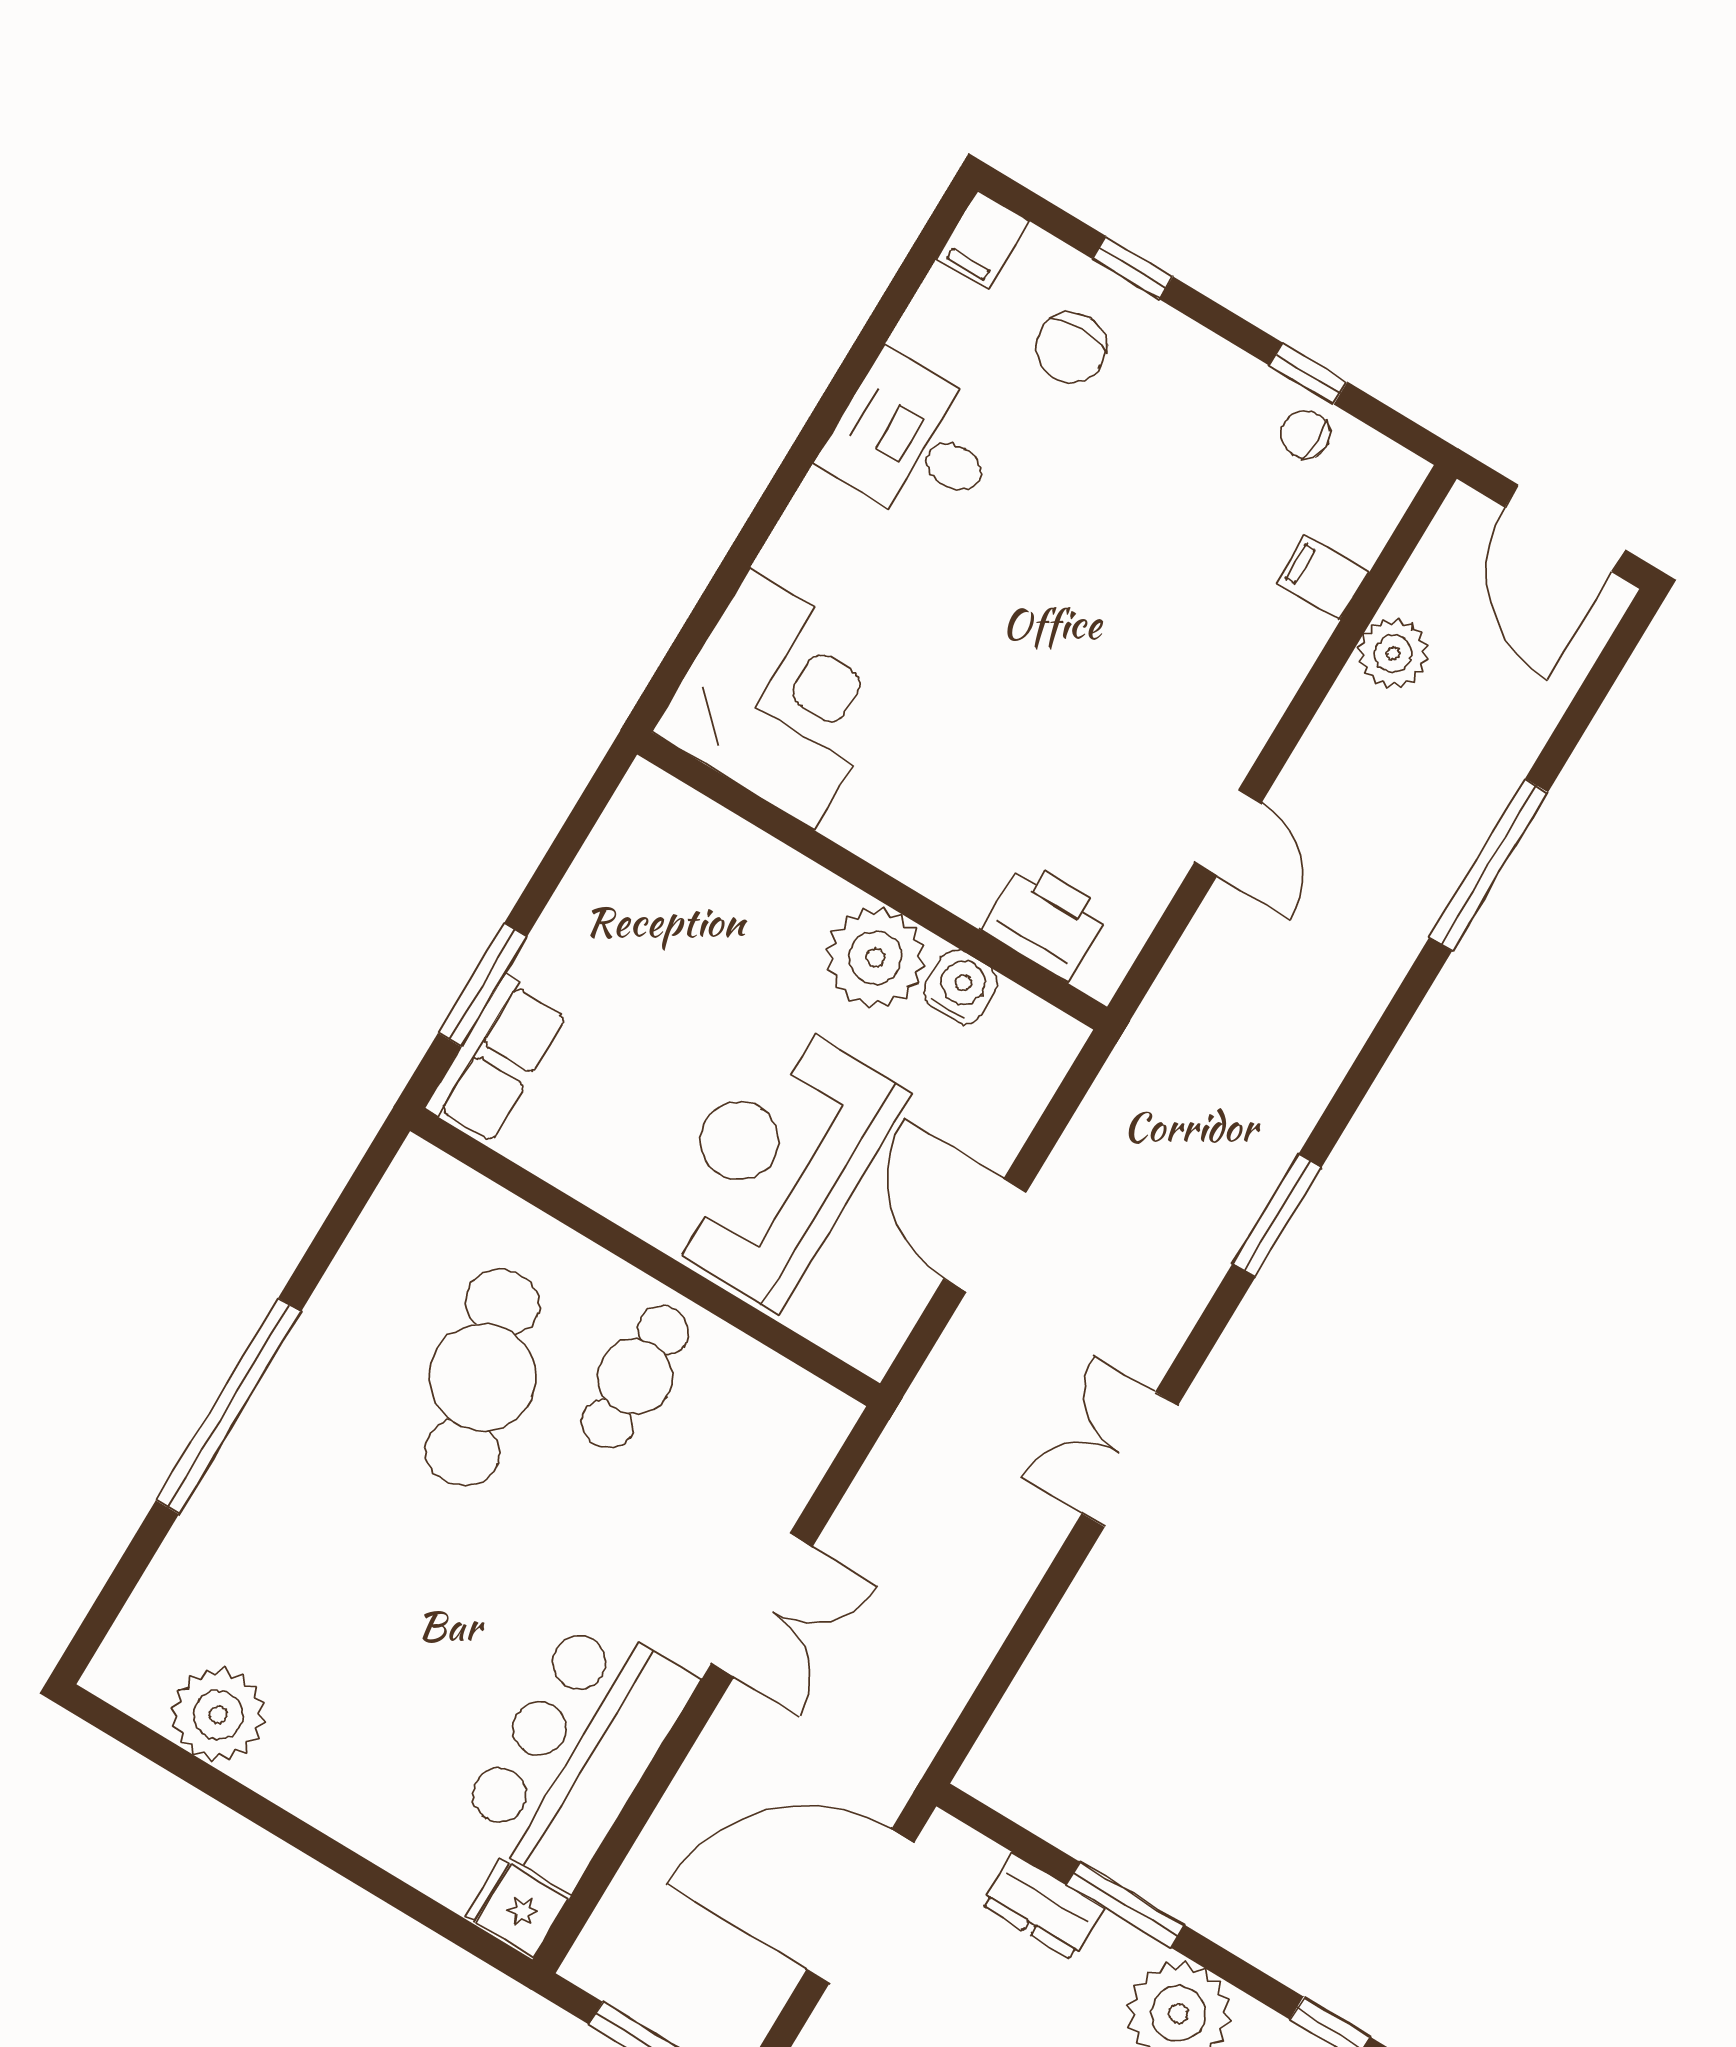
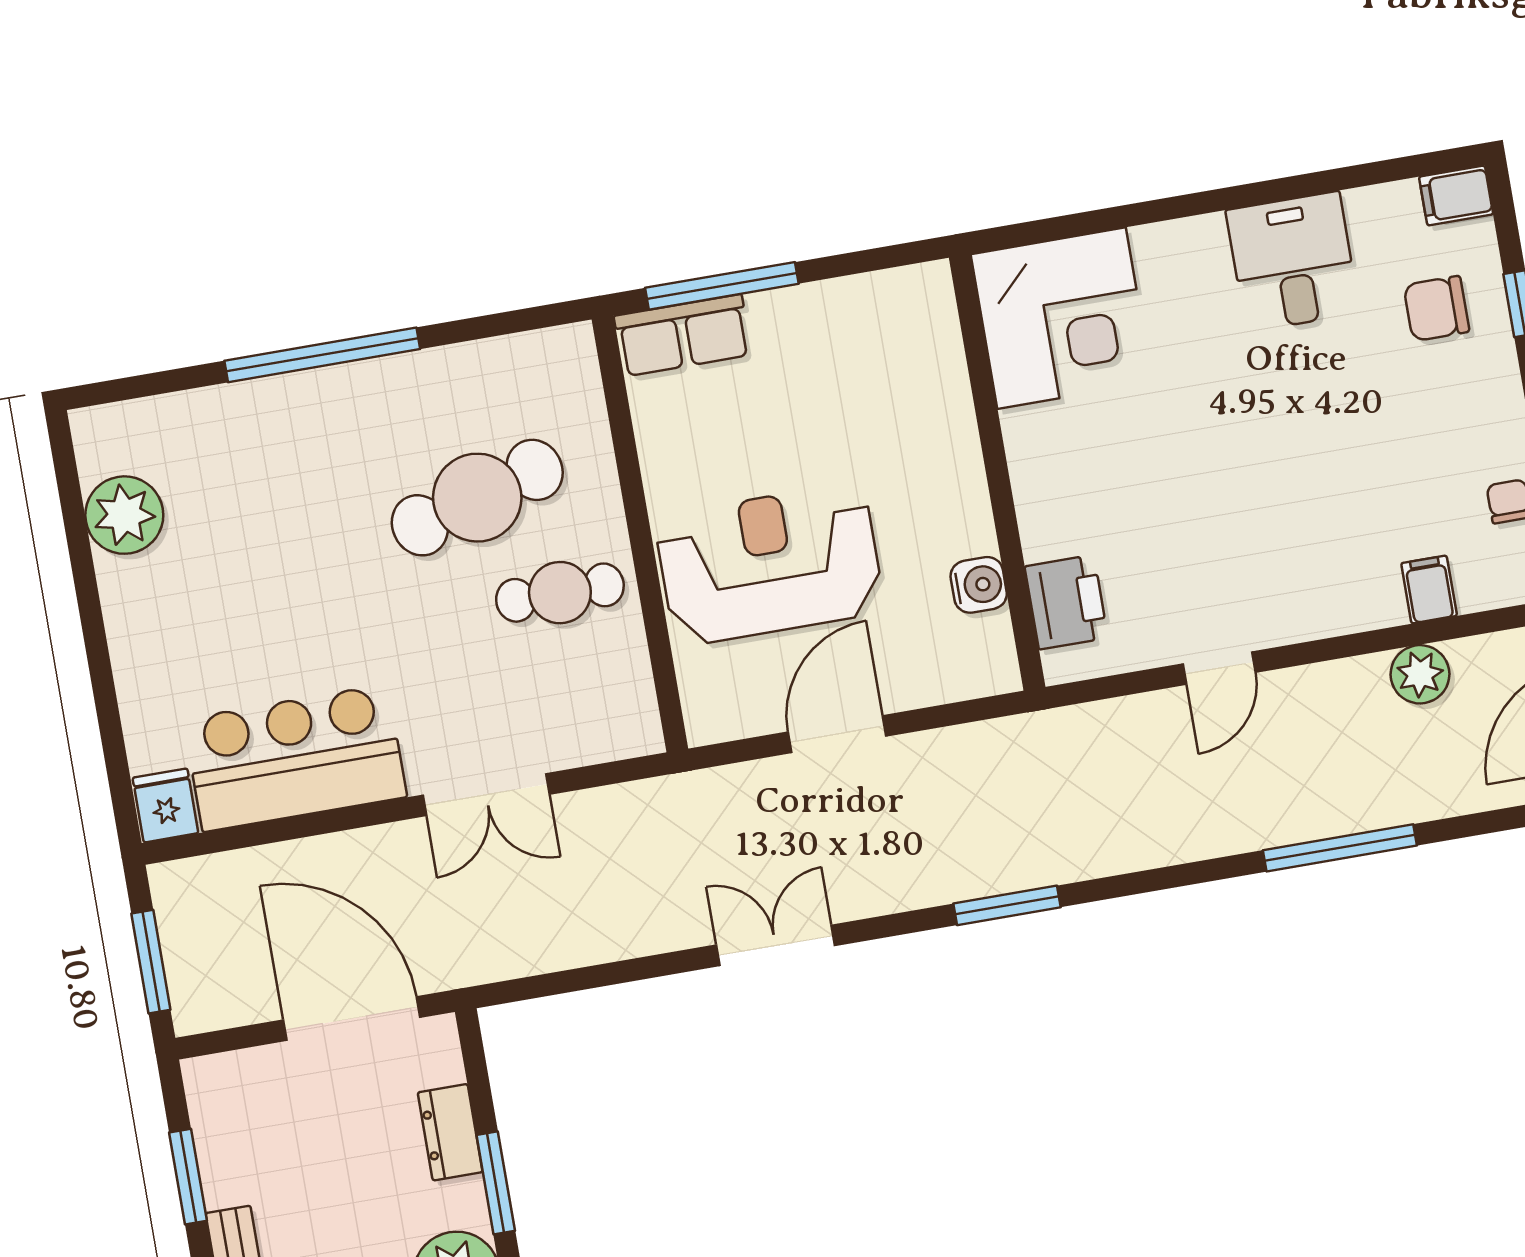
plant: (876, 958) -> (951, 516), removed
window: (483, 985) -> (722, 286), width x1.44

